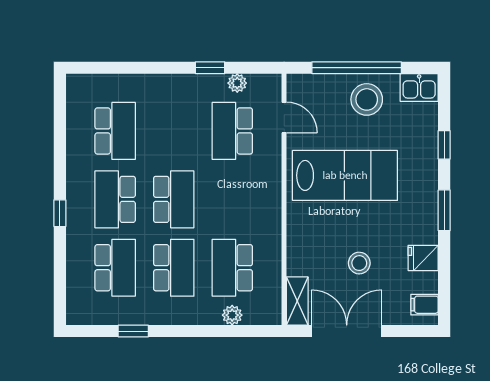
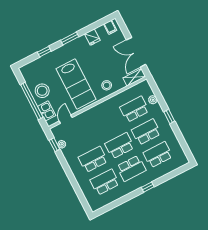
window: (210, 68) -> (54, 145), moved
kitchen sink: (419, 87) -> (47, 111), moved
school desk: (232, 131) -> (93, 159), moved, turned 180
lab bench: (345, 175) -> (76, 84), turned 180
stool: (359, 263) -> (107, 85), moved
school desk: (232, 268) -> (134, 109), turned 180
window: (133, 331) -> (169, 117), moved

